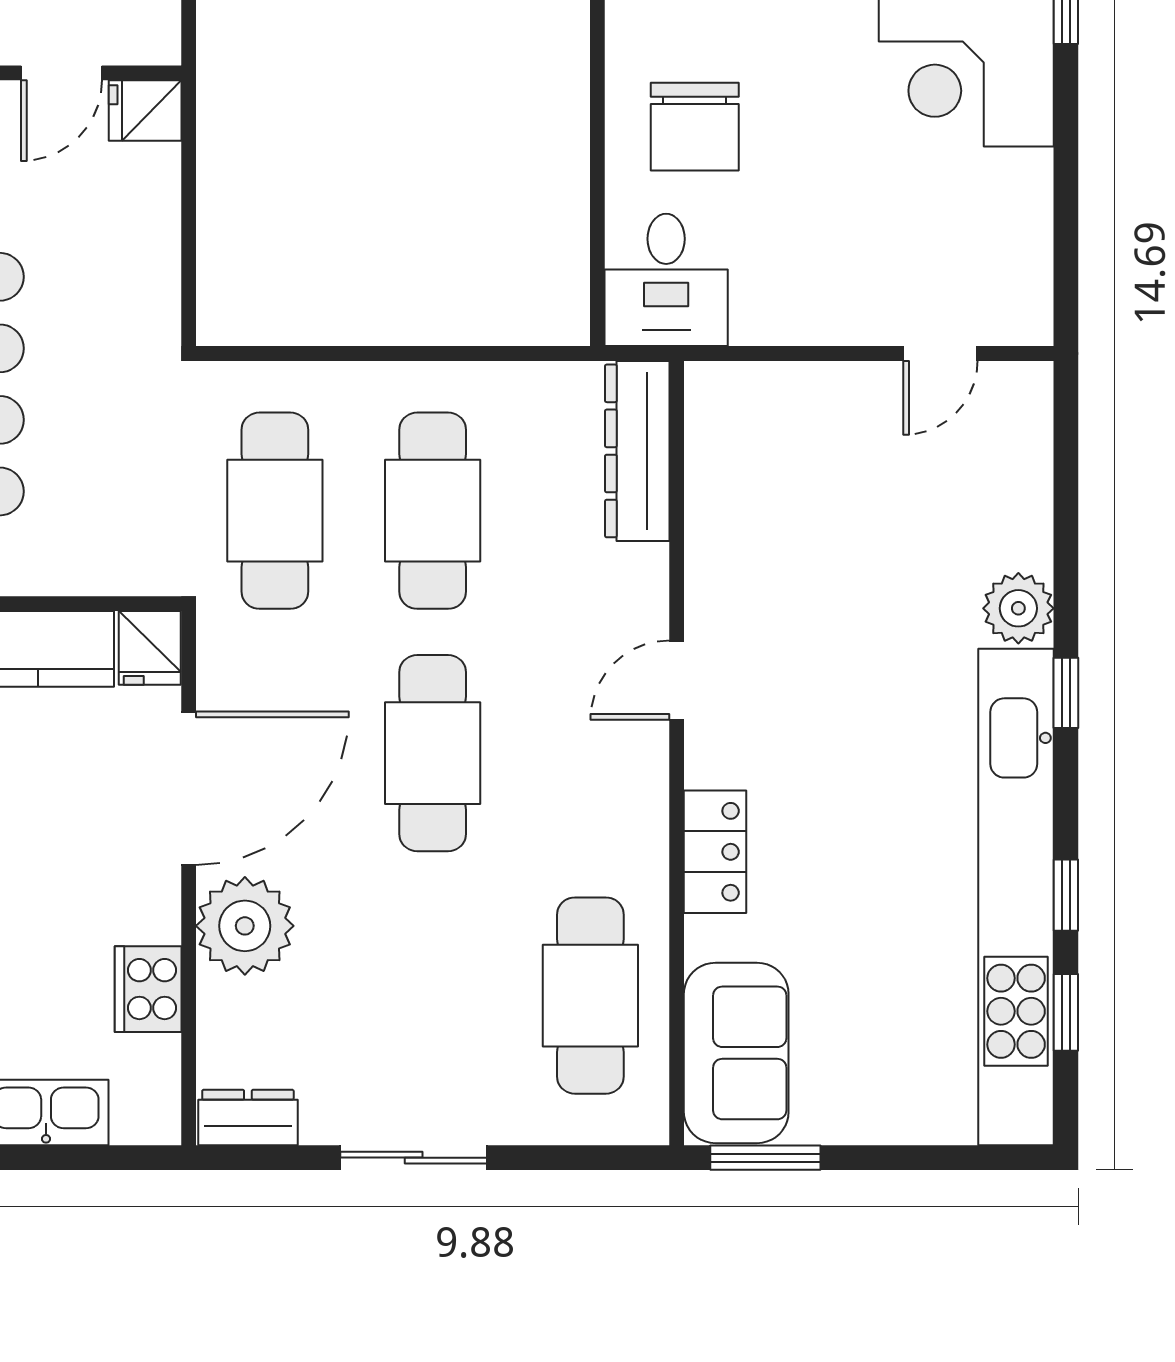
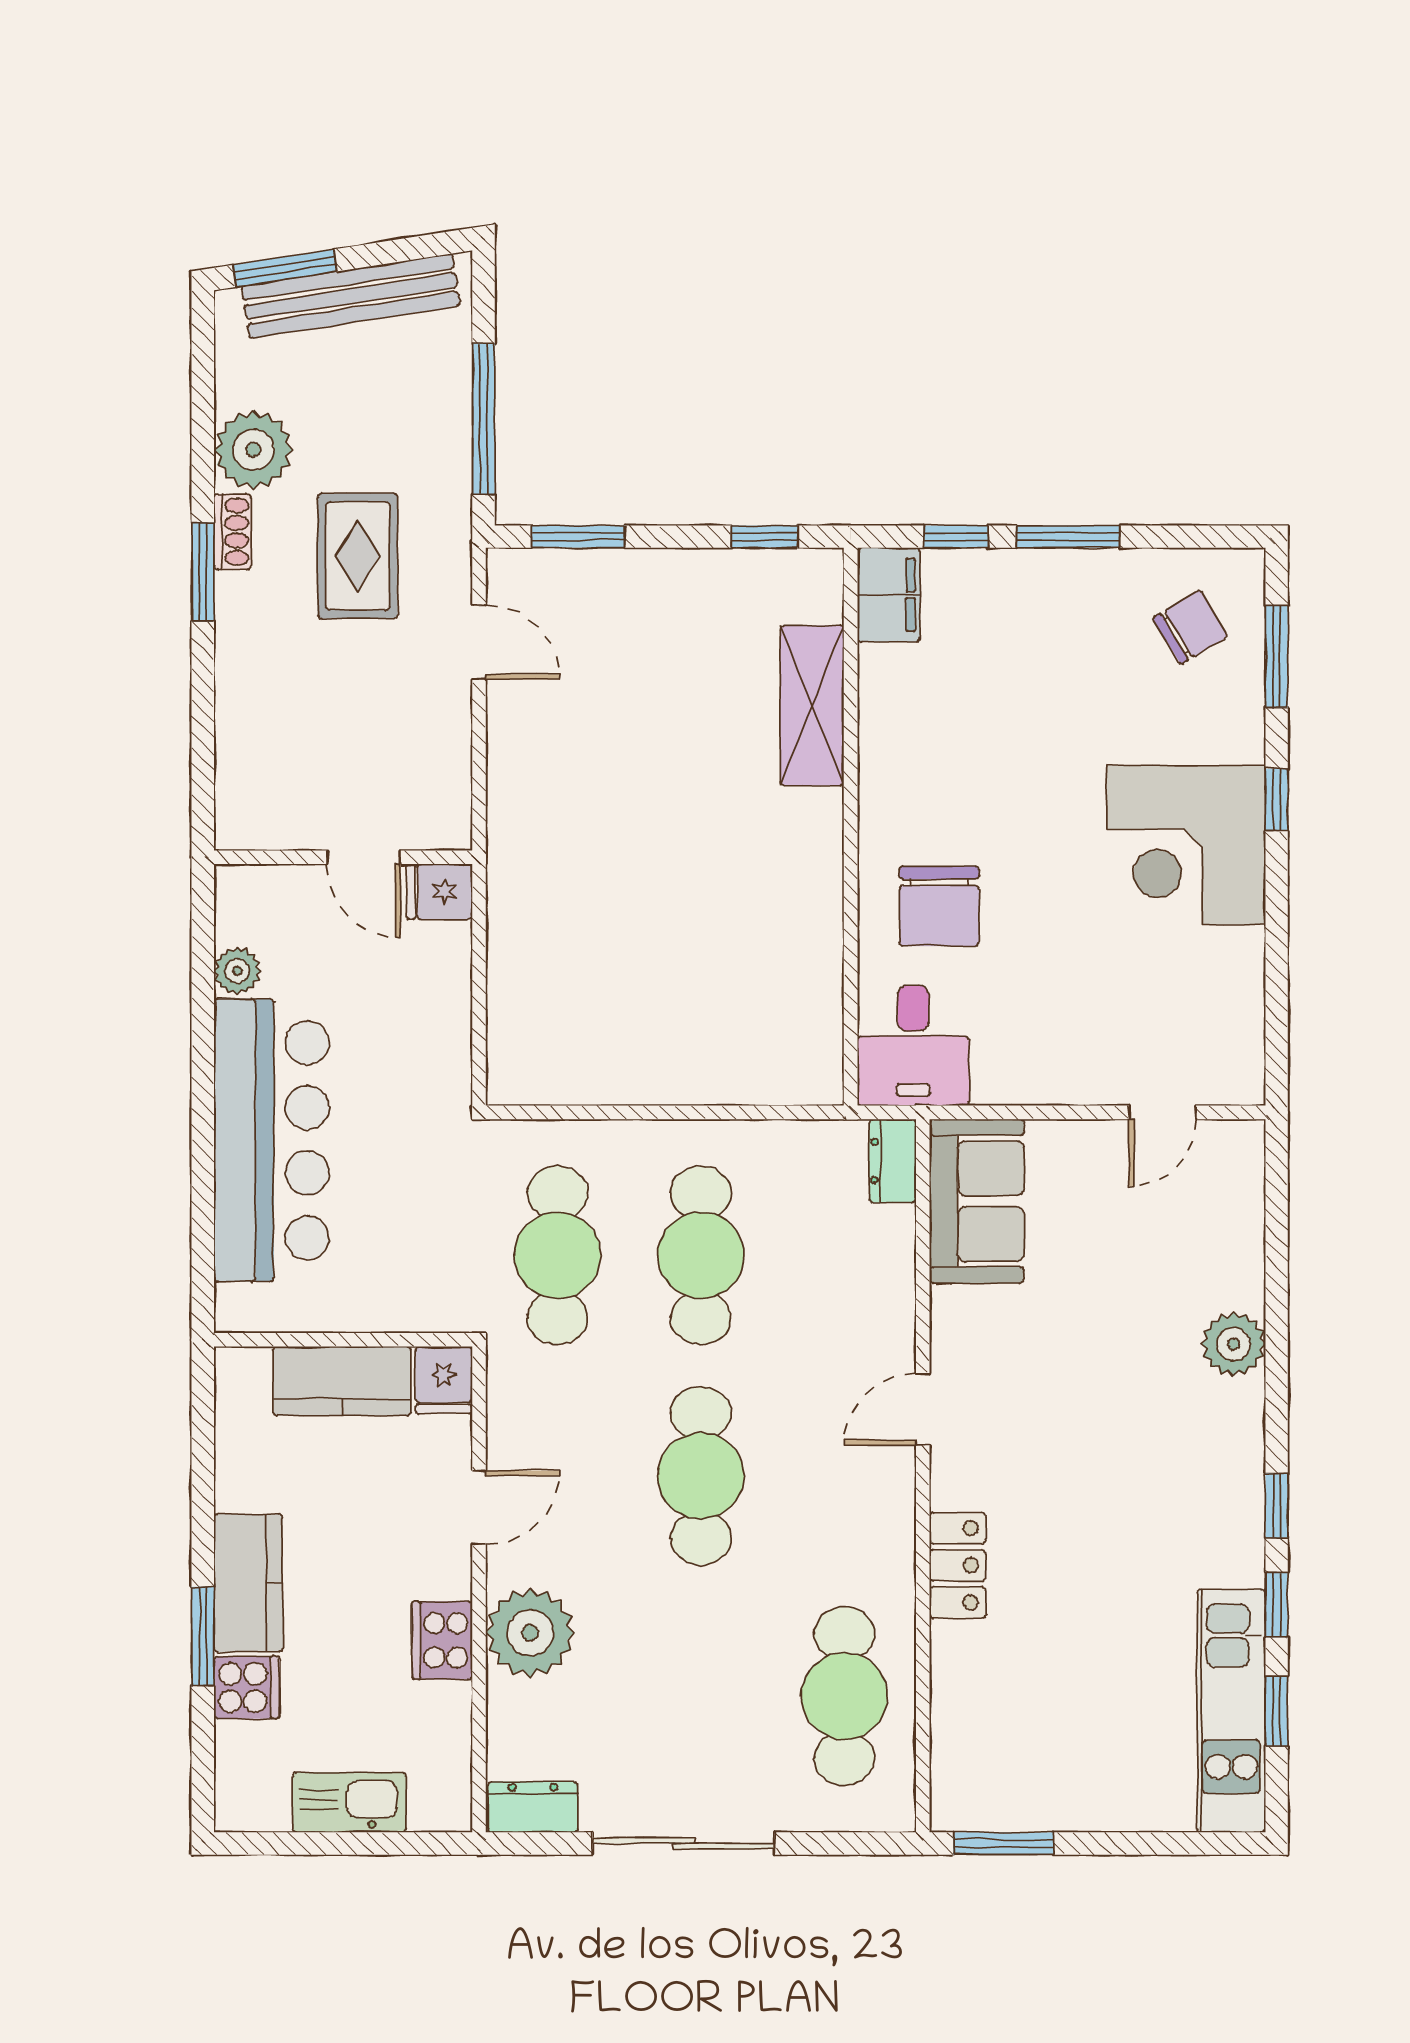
door: (62, 73) -> (364, 857), hinge flipped
dresser: (637, 451) -> (893, 1161), width x0.51, depth x0.80
window: (1066, 693) -> (1277, 1505), moved
door: (189, 788) -> (479, 1508), width x0.53
kitchen unit: (1016, 897) -> (1231, 1711), width x0.54
cooker: (148, 989) -> (442, 1640), moved
sofa: (736, 1053) -> (977, 1201), moved
sliding door: (414, 1158) -> (684, 1843), width x1.37

